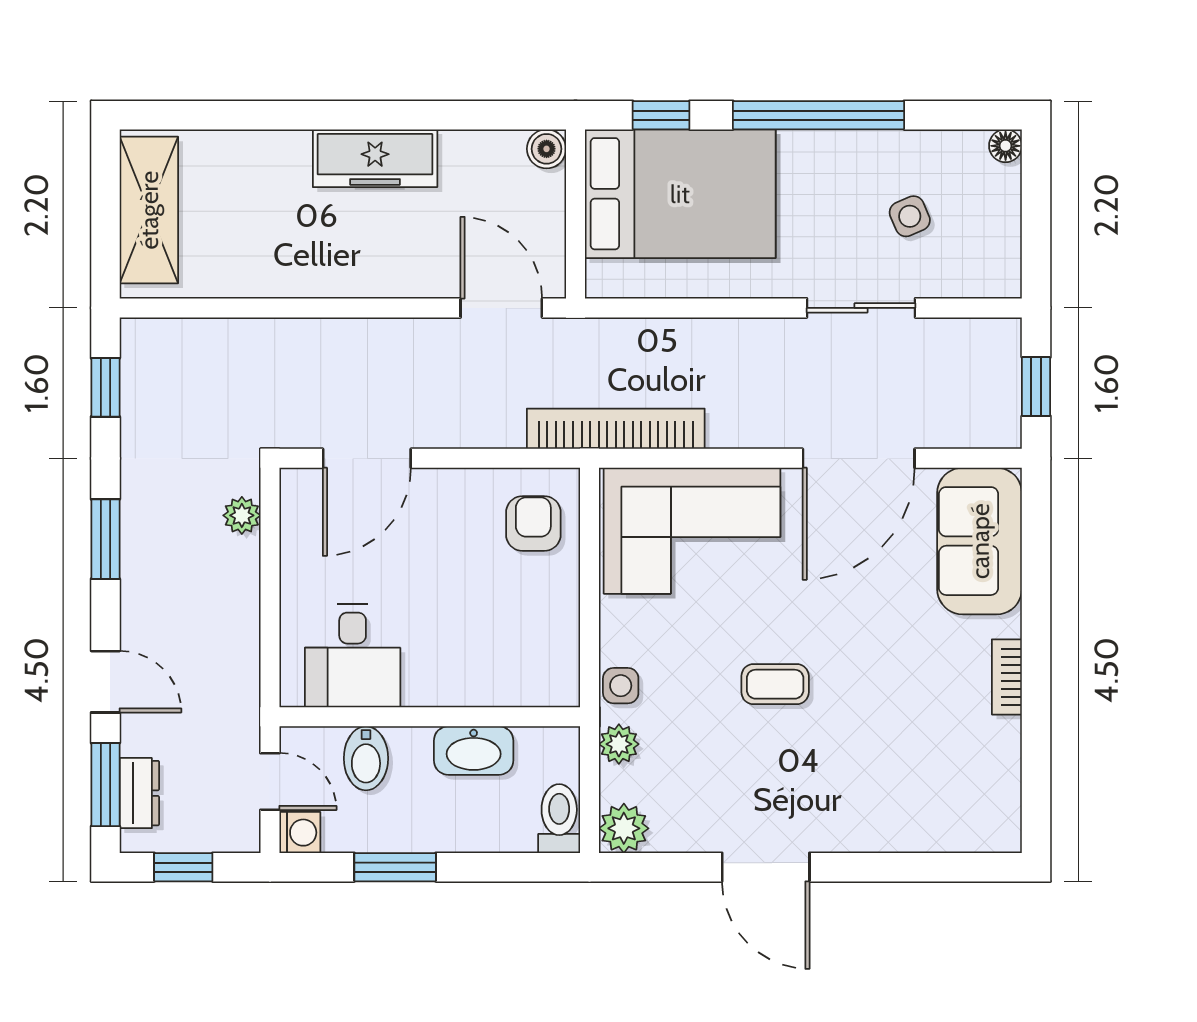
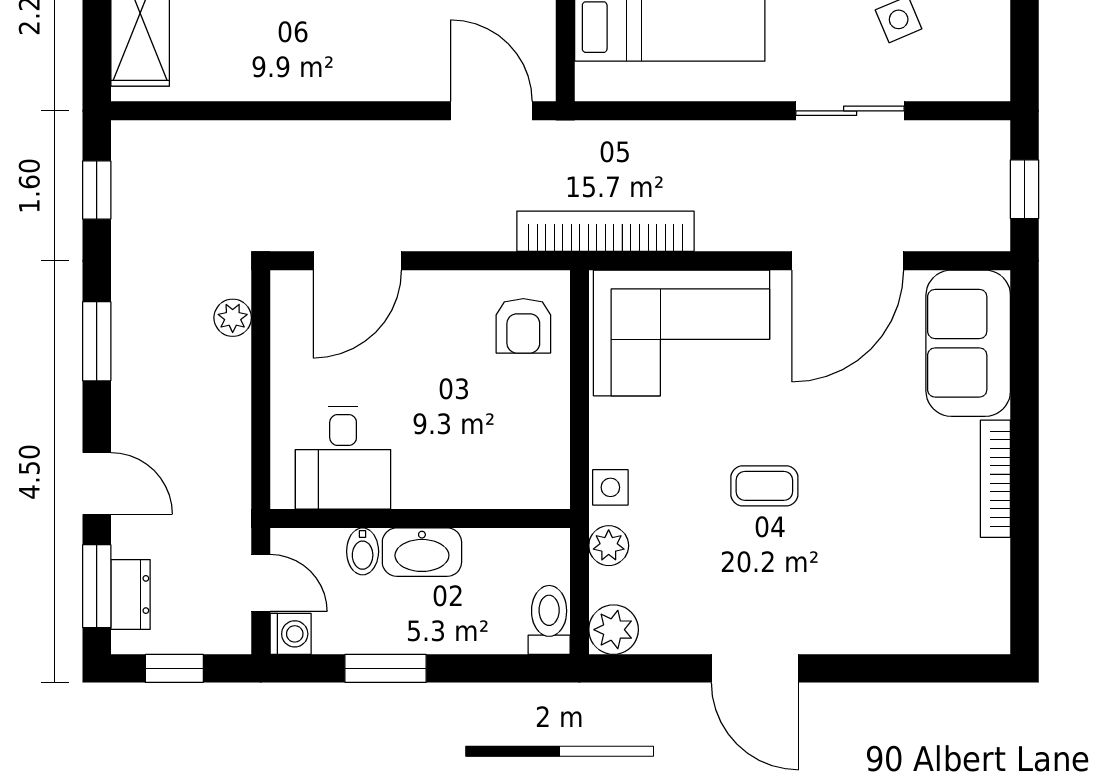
armchair: (533, 524) -> (523, 326), turned 180
bookcase: (1007, 677) -> (995, 479), width x1.56
washbasin: (474, 751) -> (422, 552), moved
bidet: (366, 758) -> (363, 551), width x0.72, depth x0.74

